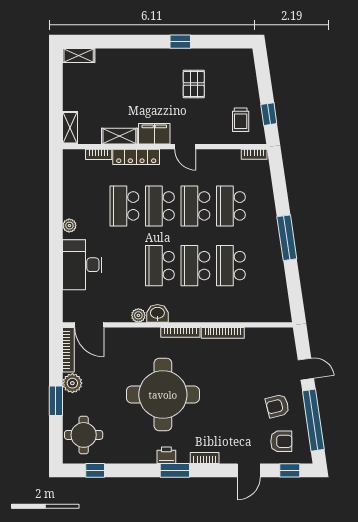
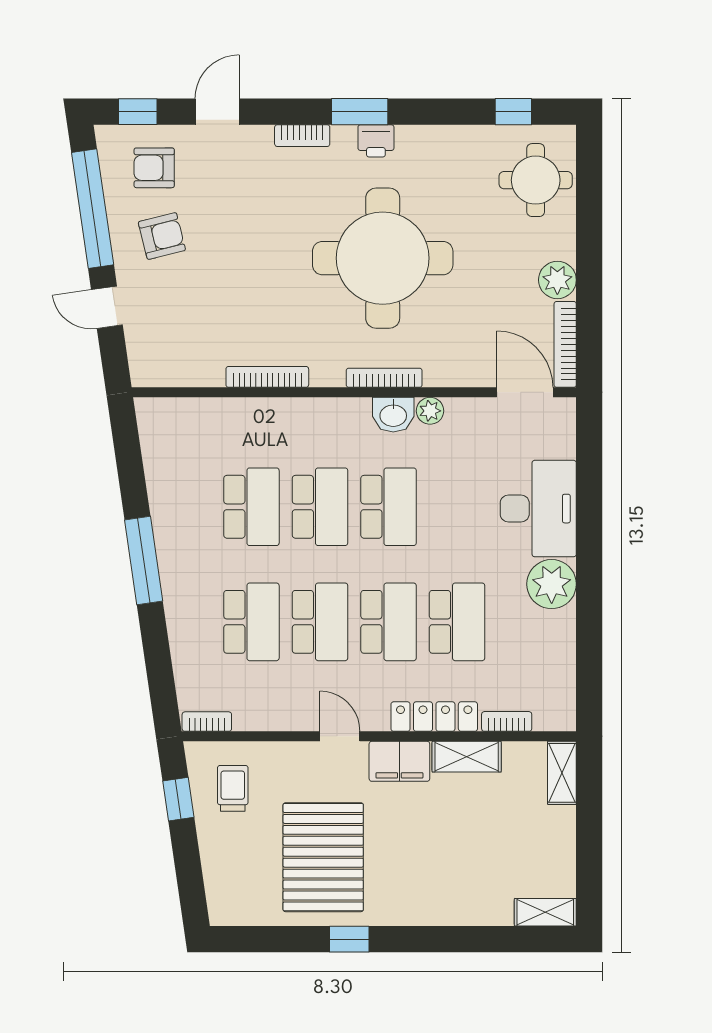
pallet: (194, 84) -> (323, 857), width x2.05, depth x2.00
plant: (69, 226) -> (552, 584), width x1.88, depth x1.88
bookcase: (180, 332) -> (384, 378), moved
window: (56, 401) -> (589, 246), removed

